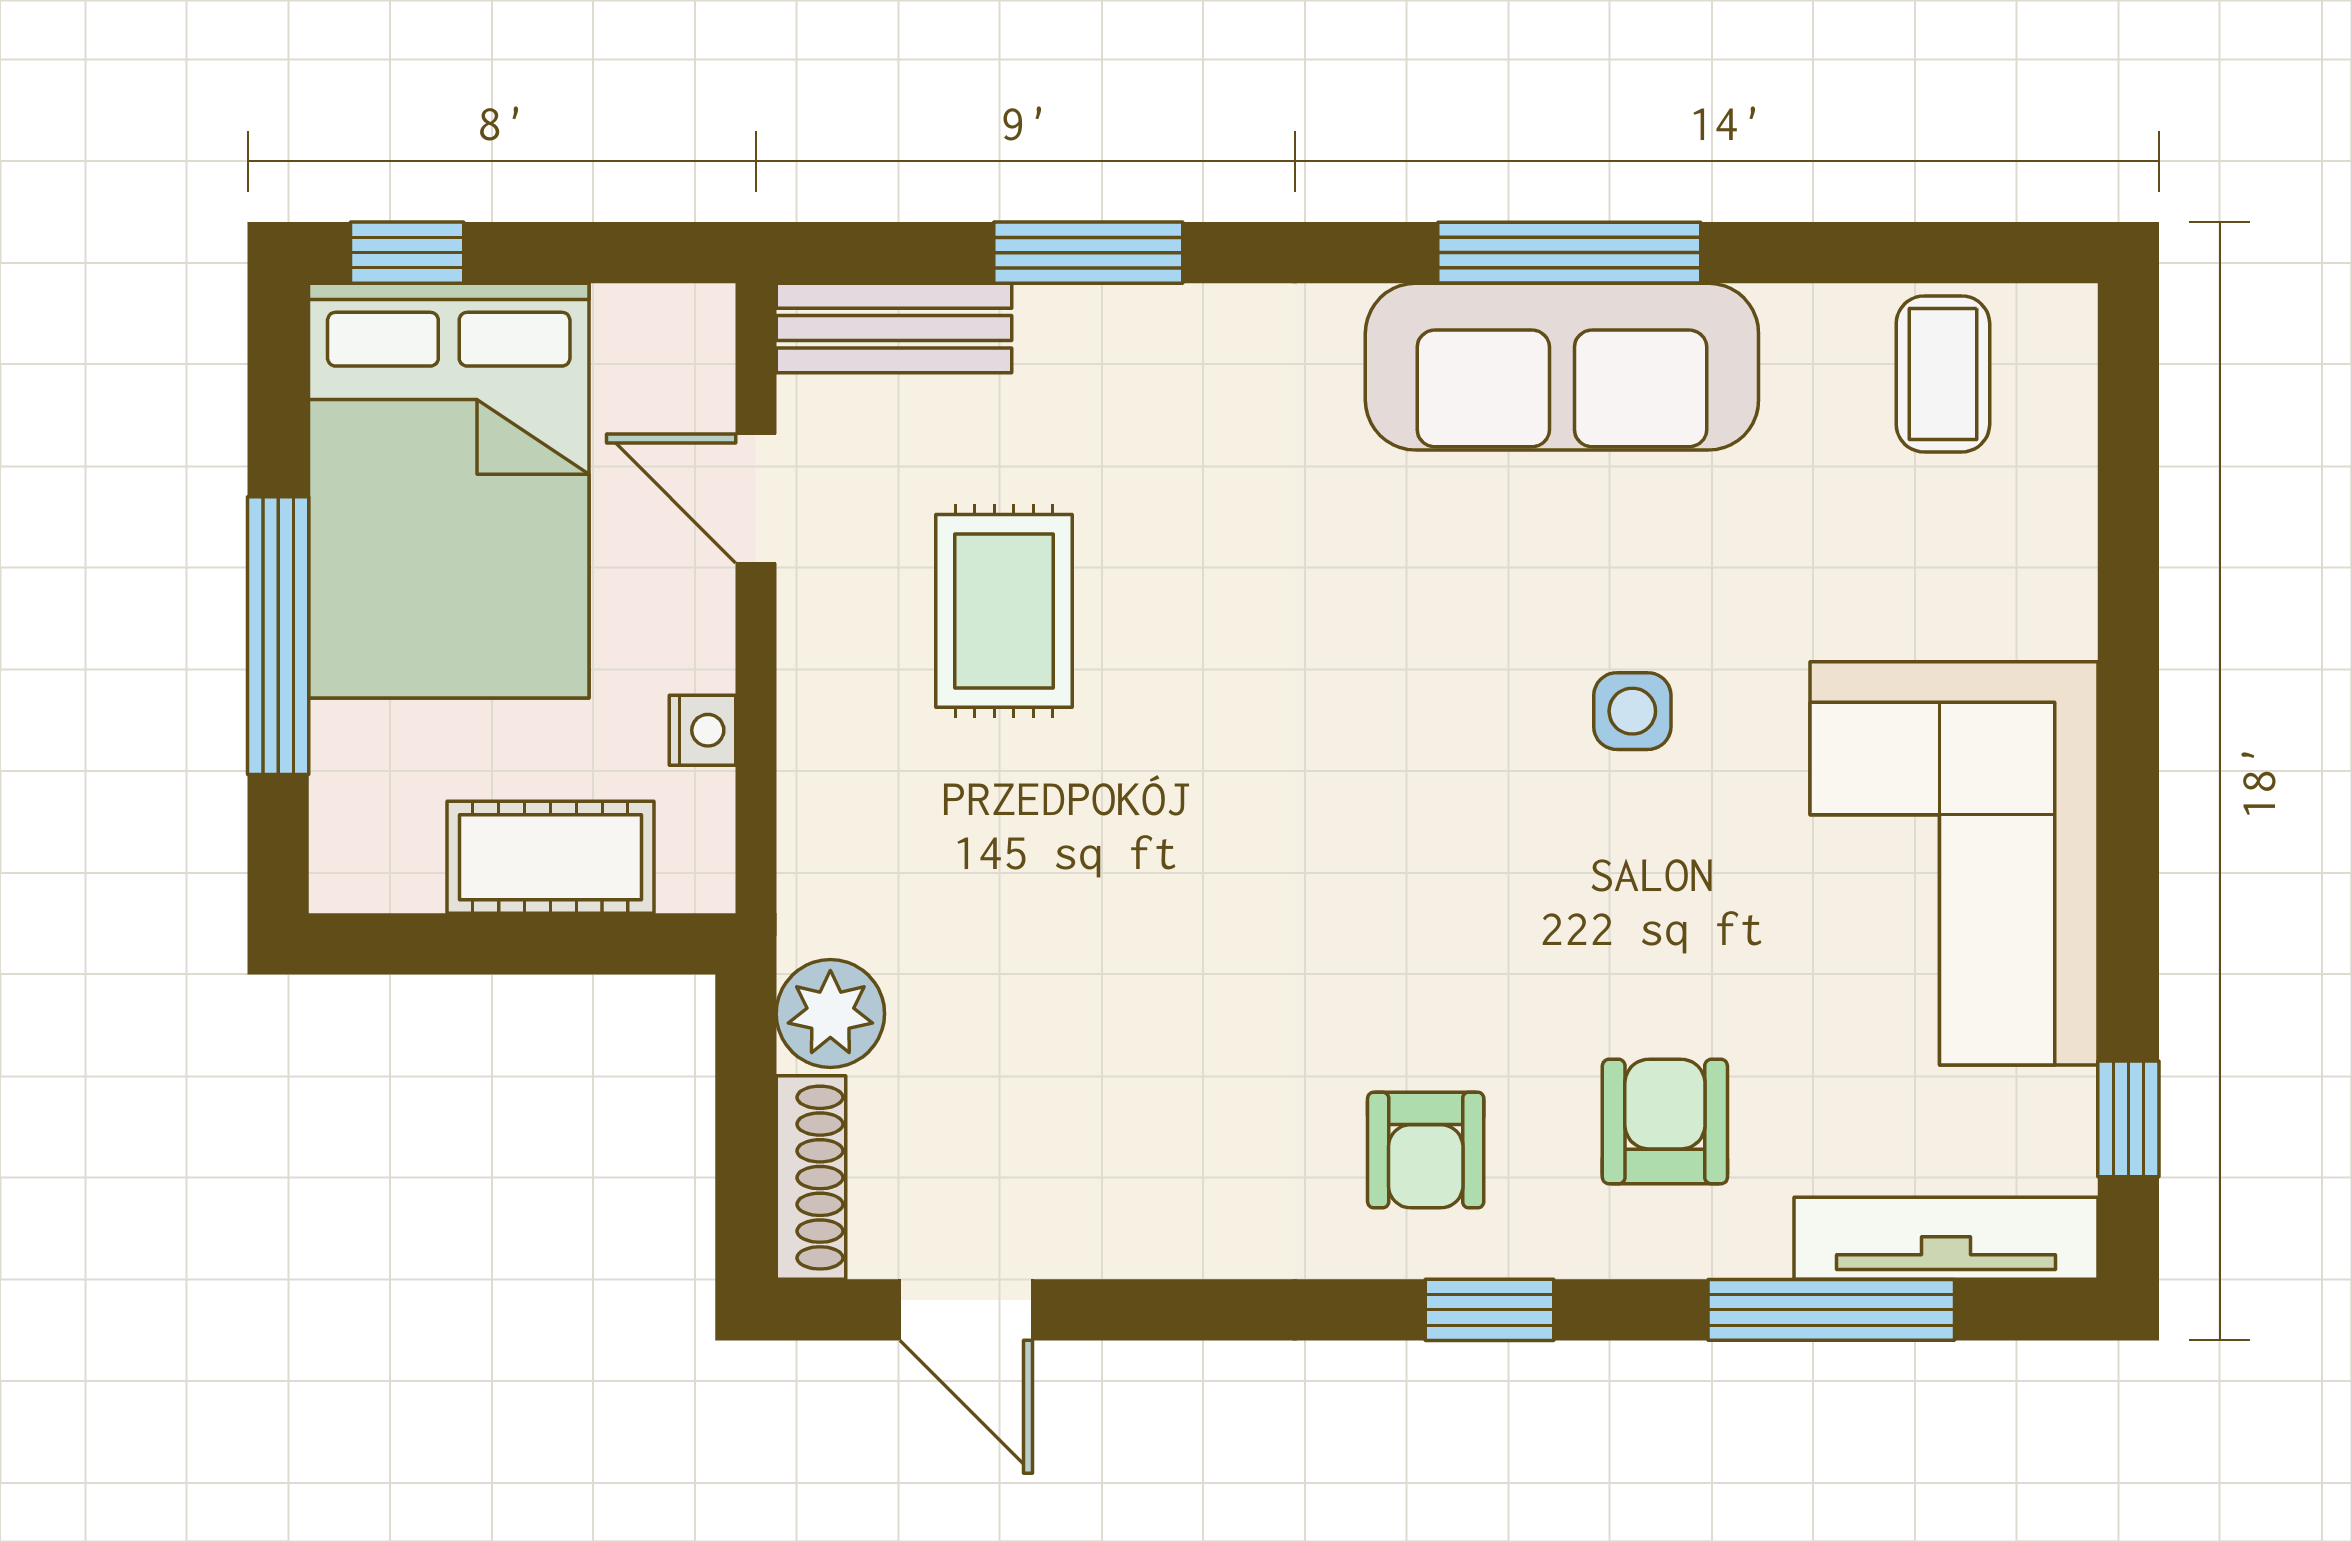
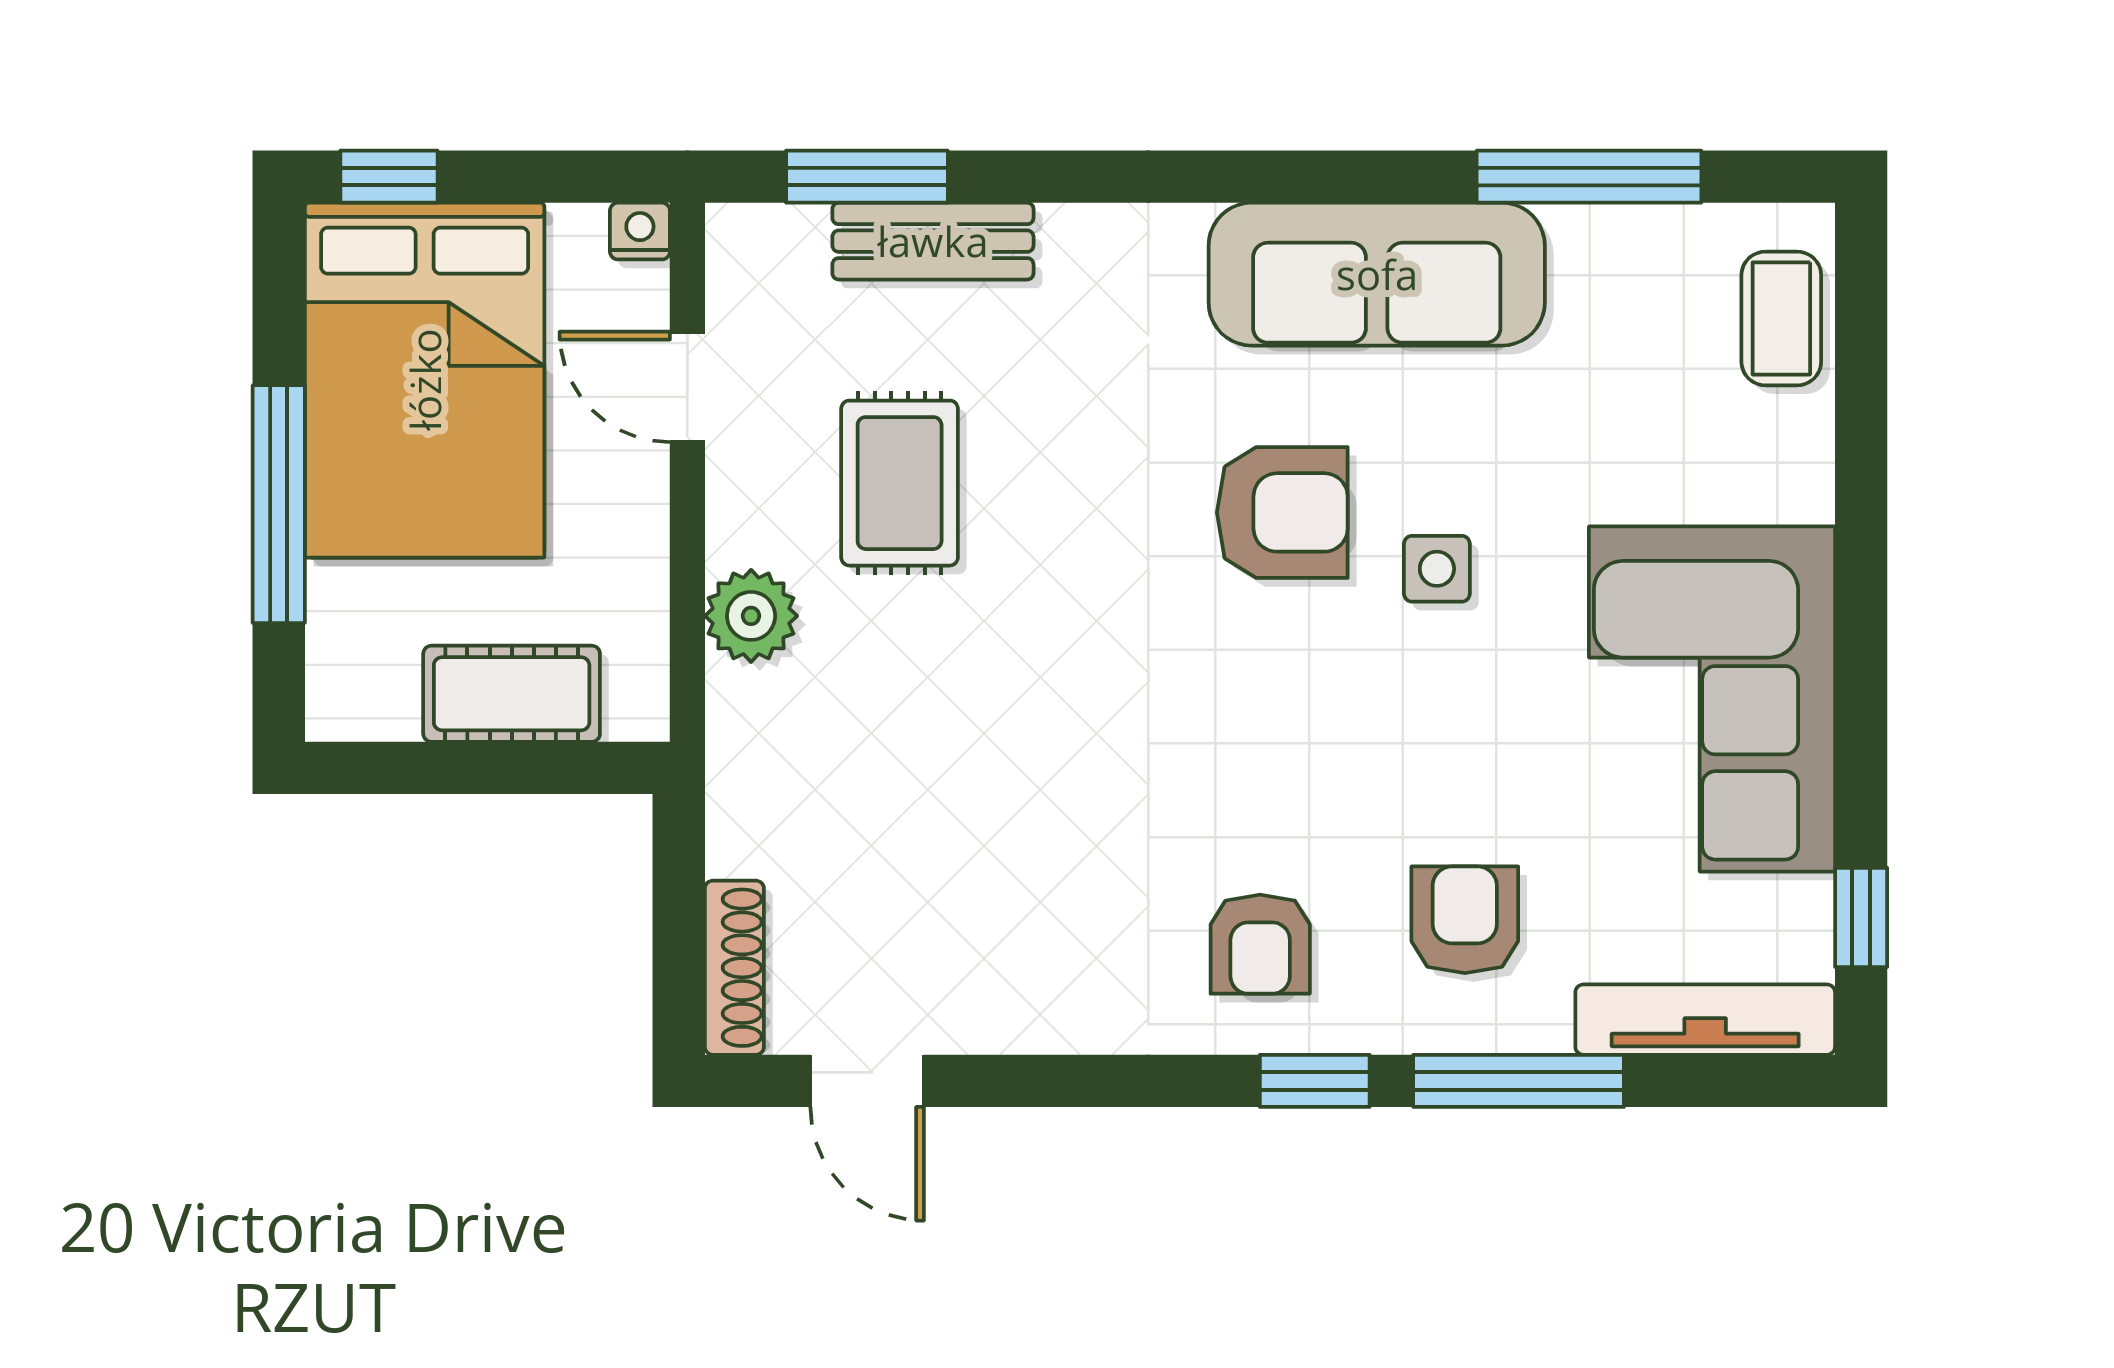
window: (1088, 253) -> (867, 177), moved
window: (1569, 253) -> (1589, 177), moved
bench: (894, 328) -> (933, 241), moved
coffee table: (1943, 374) -> (1781, 318), moved
armchair: (1452, 645) -> (1282, 512), added
nightstand: (702, 730) -> (640, 231), moved, turned -90
plant: (830, 1014) -> (751, 616), moved
window: (1831, 1310) -> (1519, 1081), moved

